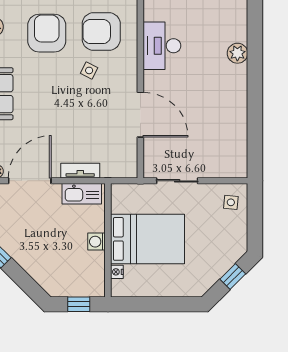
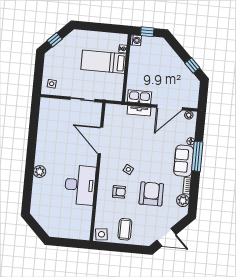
armchair: (101, 32) -> (119, 192), width x0.53, depth x0.53
armchair: (47, 33) -> (151, 194), turned 180
desk: (162, 46) -> (80, 185), width x1.36, depth x1.30
bed: (147, 239) -> (103, 62), width x0.67
washing machine: (97, 242) -> (136, 40), moved

